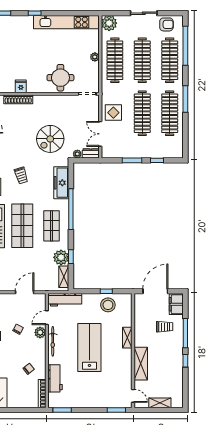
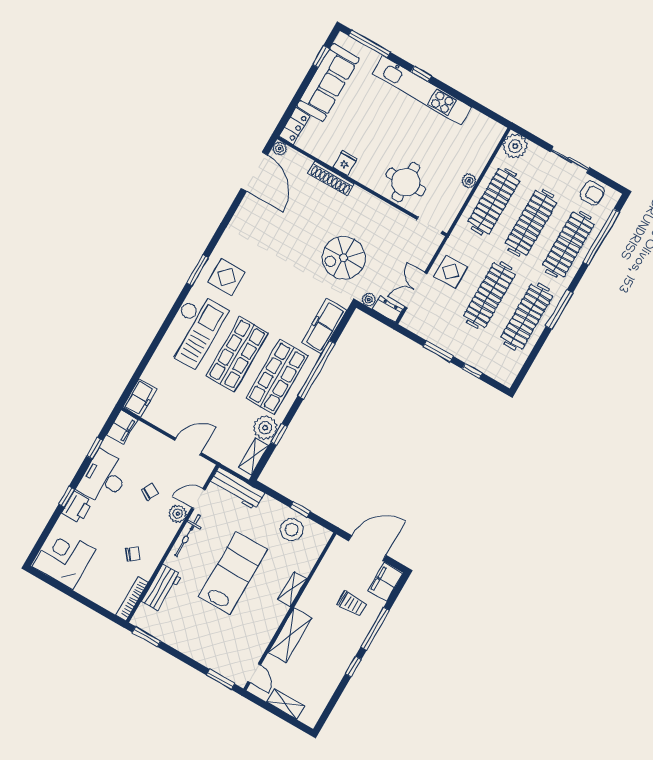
kitchen unit: (66, 22) -> (422, 90), moved
trolley: (21, 175) -> (275, 285), removed
shop shelf: (51, 226) -> (277, 377), width x1.43, depth x1.36

